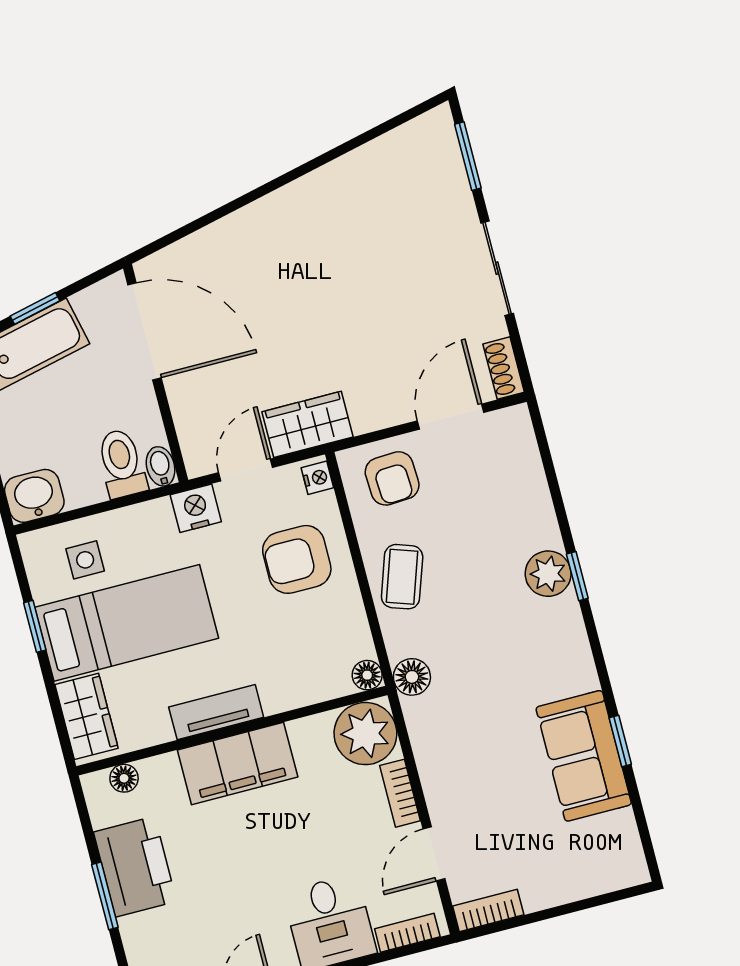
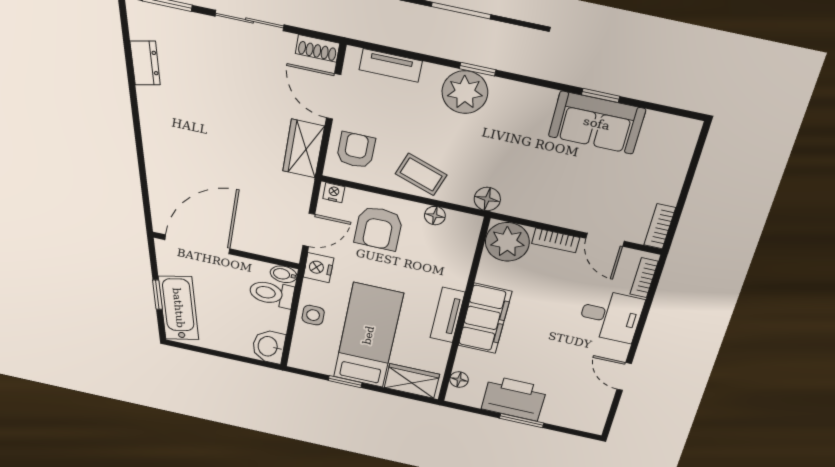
dresser: (373, 159) -> (145, 63), added
wardrobe: (308, 424) -> (303, 149), moved
tv unit: (528, 468) -> (391, 65), added
door: (246, 470) -> (309, 230), swing flipped
armchair: (392, 478) -> (356, 150), turned -87
side table: (85, 560) -> (313, 315), moved
plant: (548, 574) -> (465, 92), width x1.36, depth x1.36
floor lamp: (367, 675) -> (435, 216), moved

